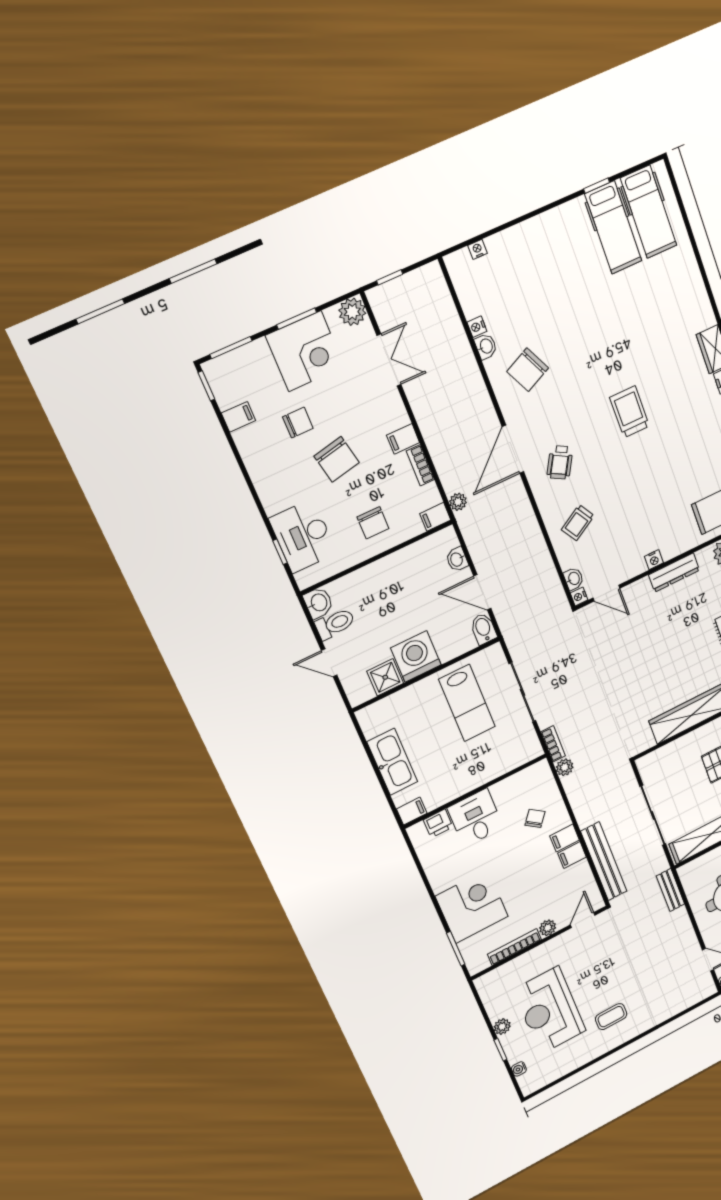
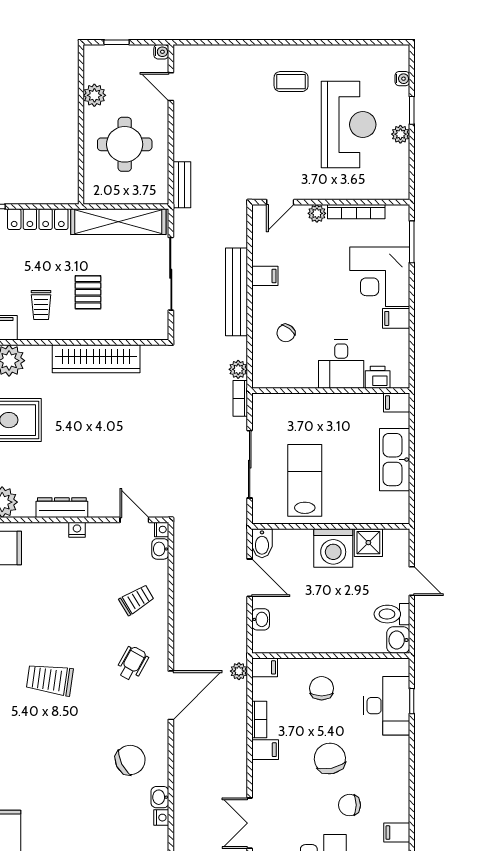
trolley: (630, 412) -> (50, 680), turned 98
filing cabinet: (565, 838) -> (396, 318), moved, turned 180
bench: (604, 861) -> (237, 292), moved

